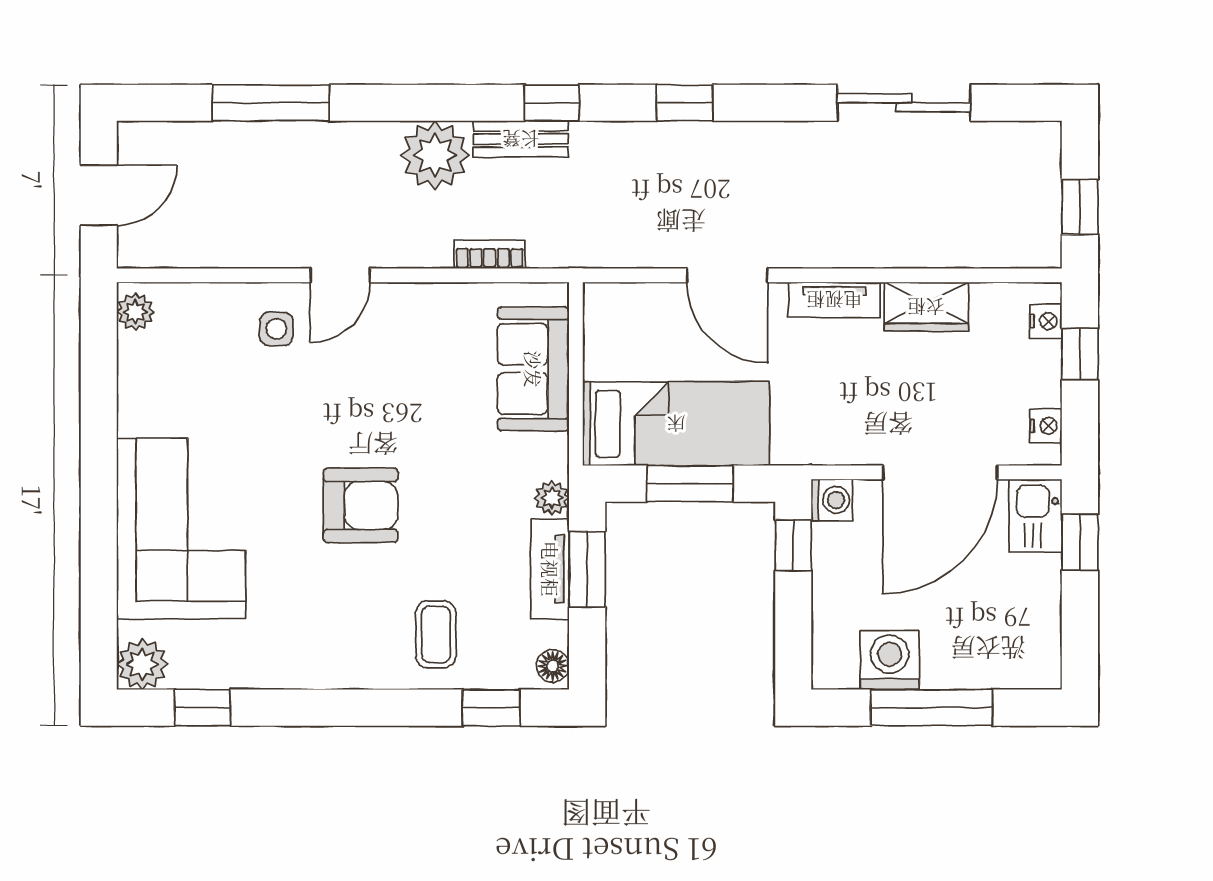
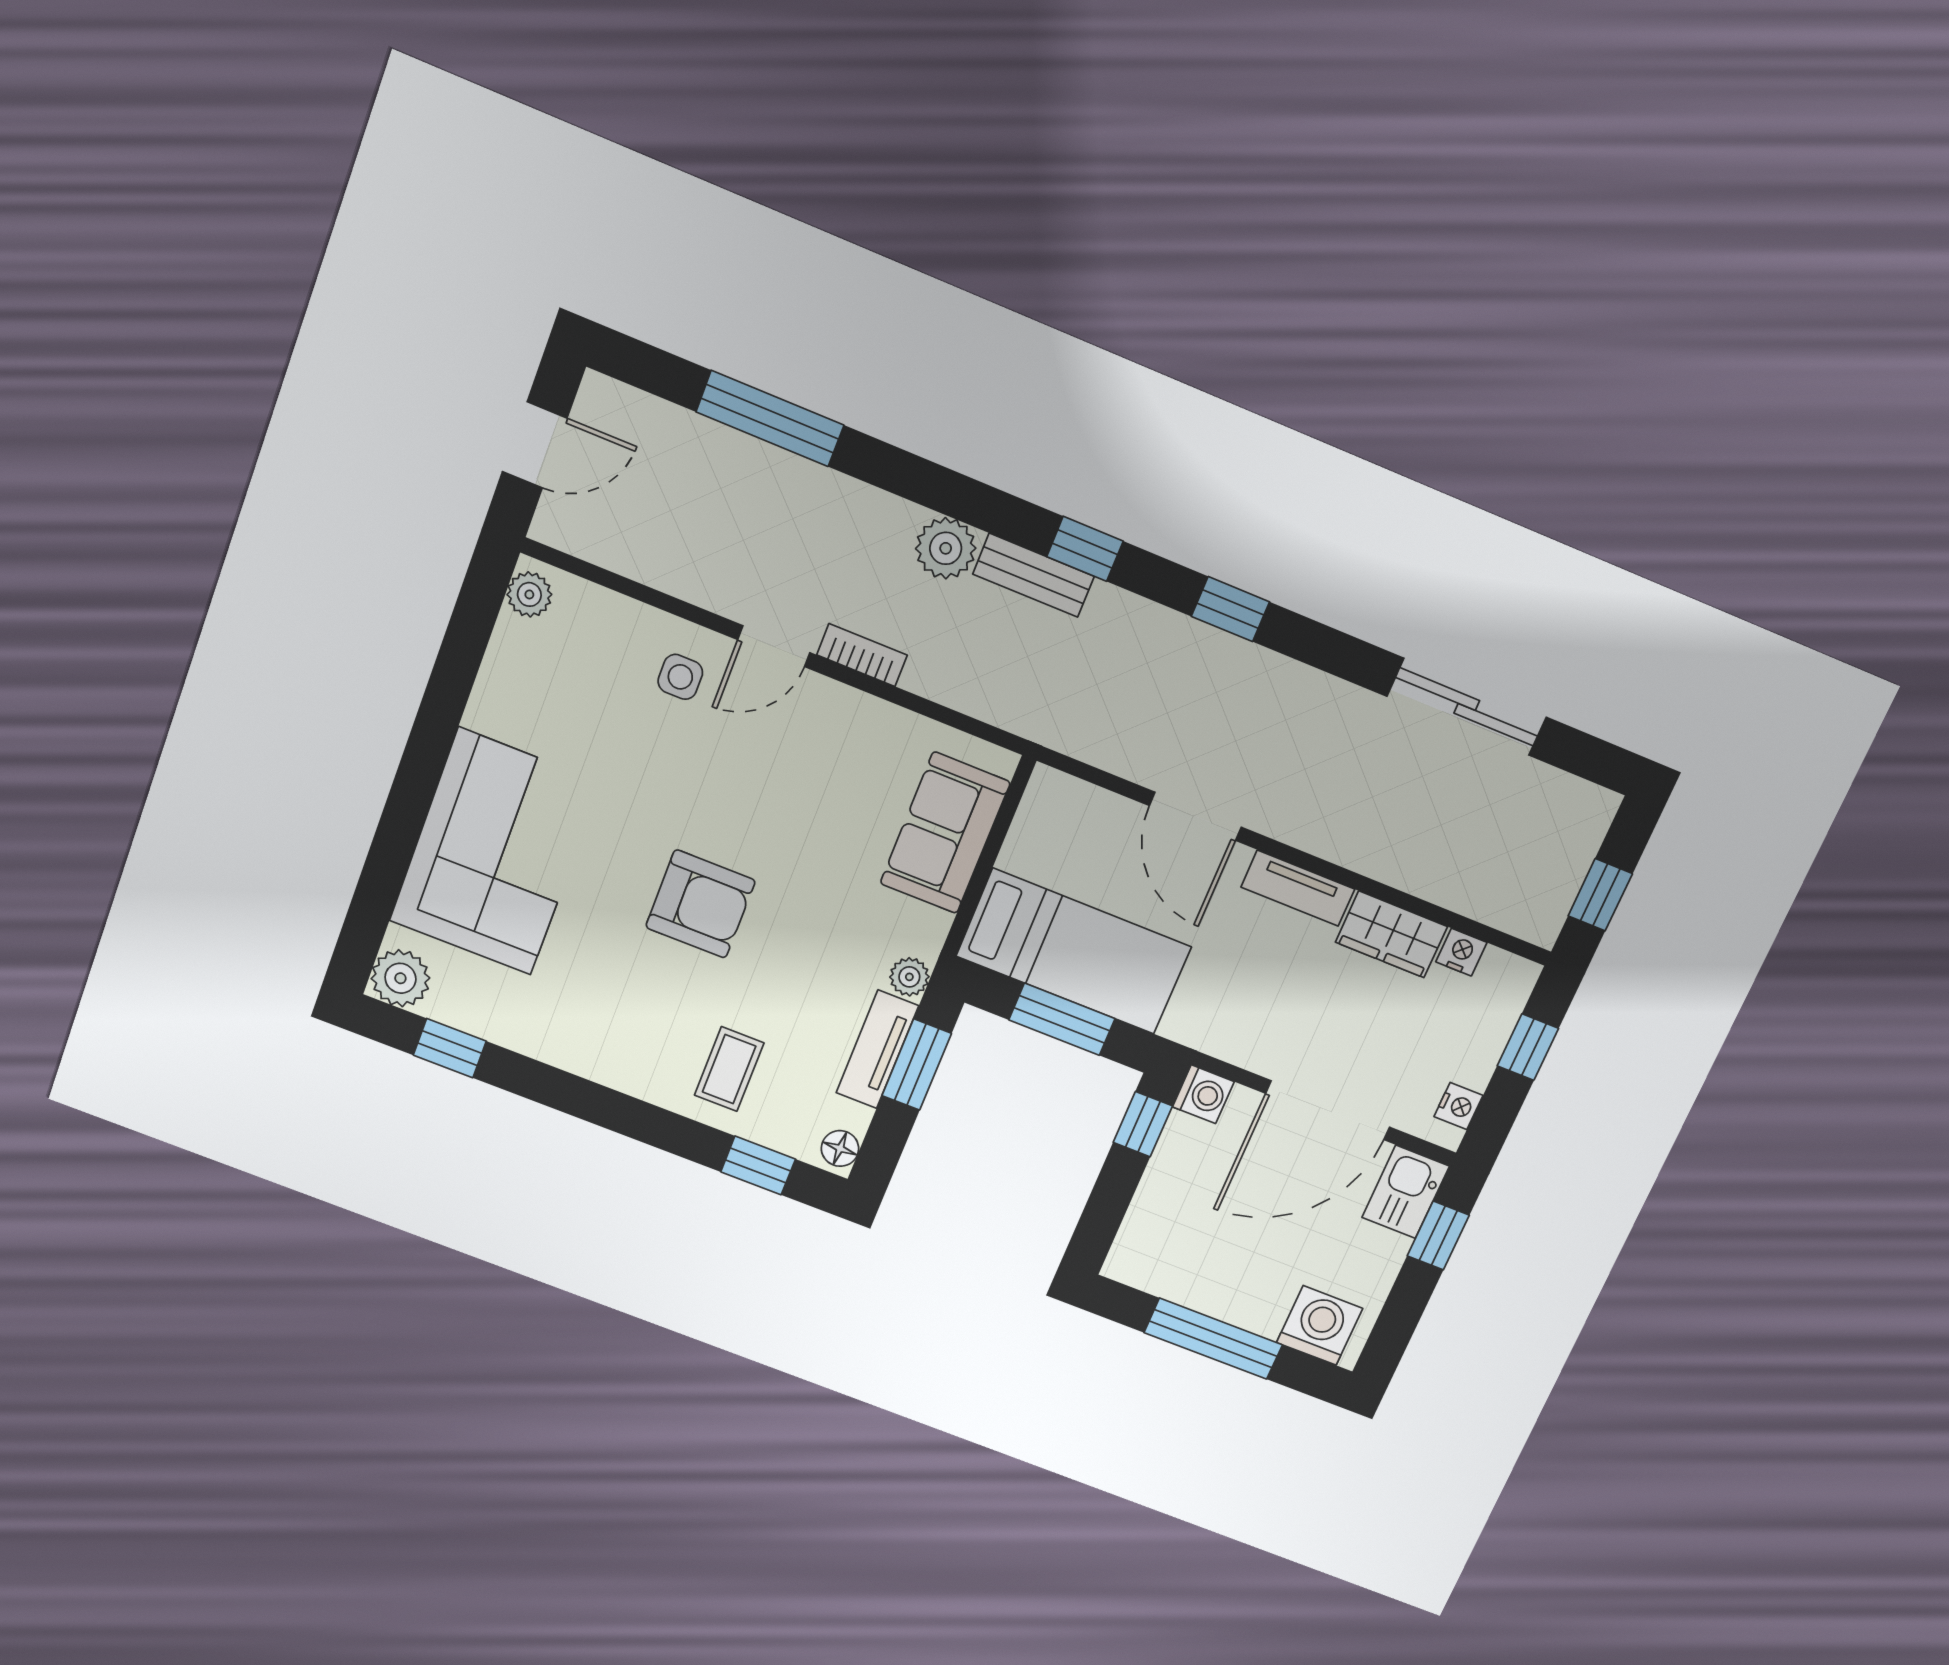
plant: (435, 155) -> (946, 548), width x0.73, depth x0.73
bookcase: (490, 254) -> (862, 655), moved
nightstand: (1046, 321) -> (1461, 952), moved, turned -90
washing machine: (890, 660) -> (1320, 1325), moved

